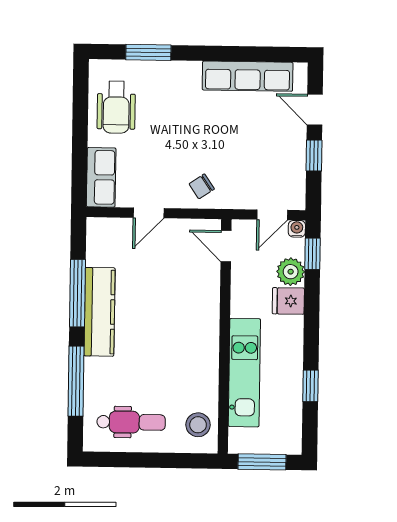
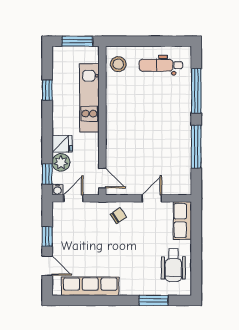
wheelchair: (116, 107) -> (173, 265), turned 180
kitchen counter: (100, 312) -> (182, 135), removed

